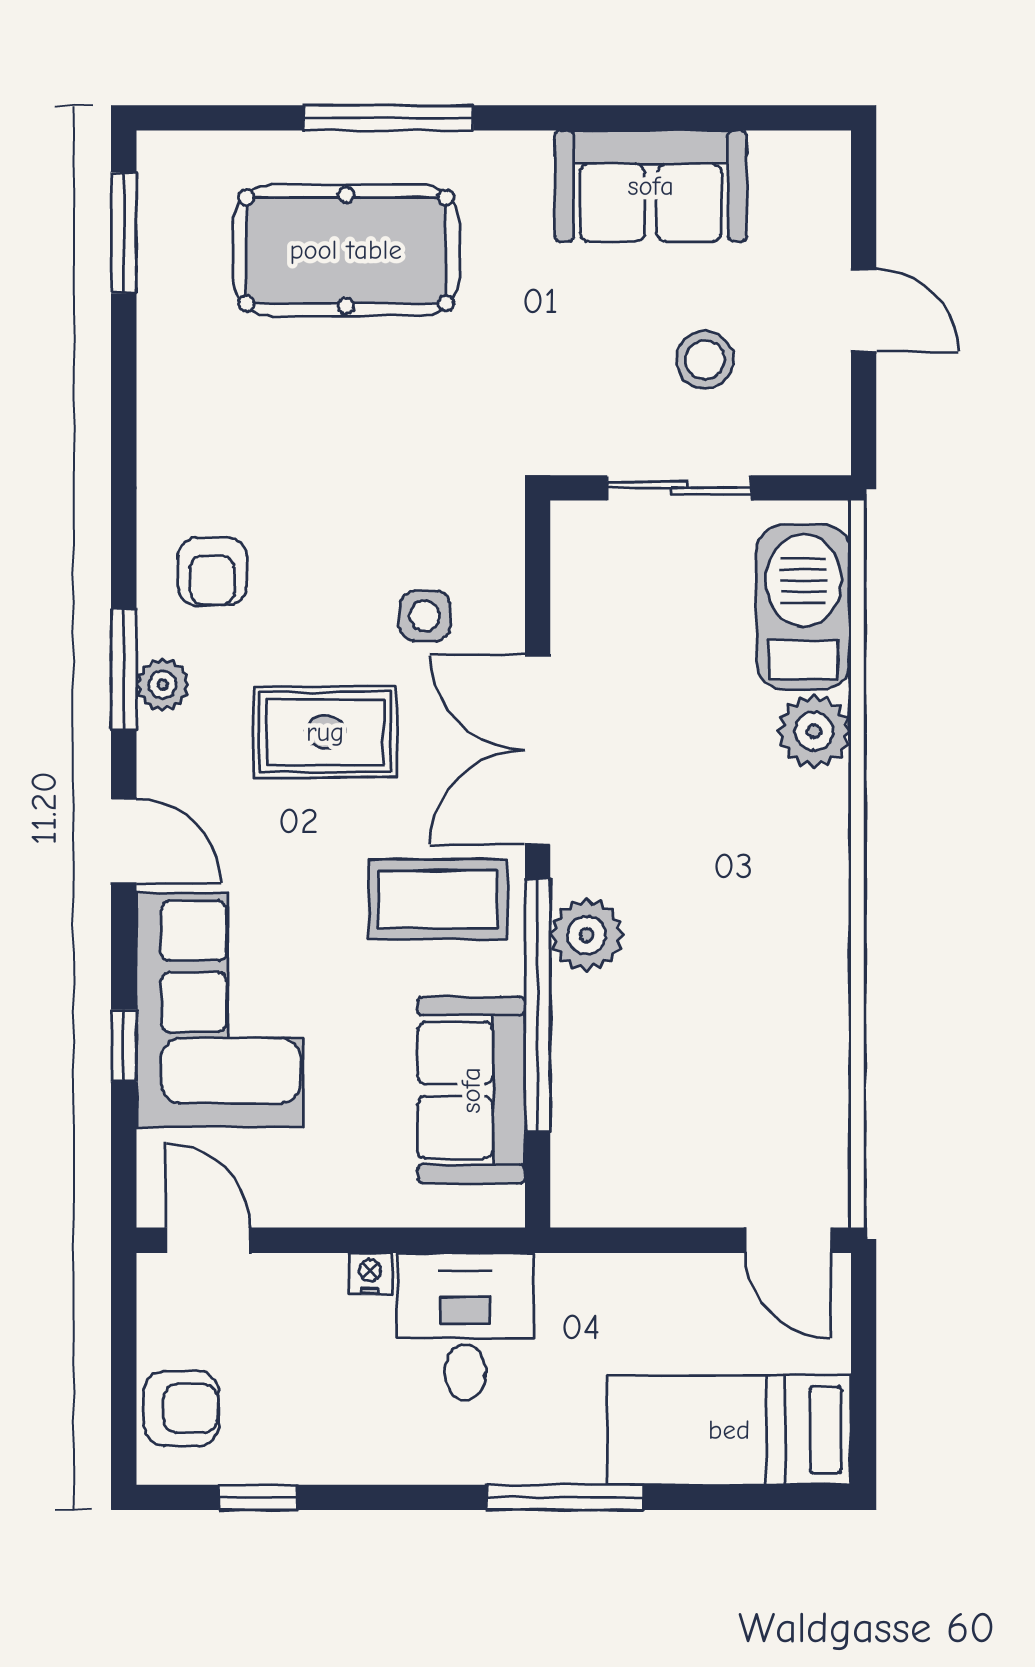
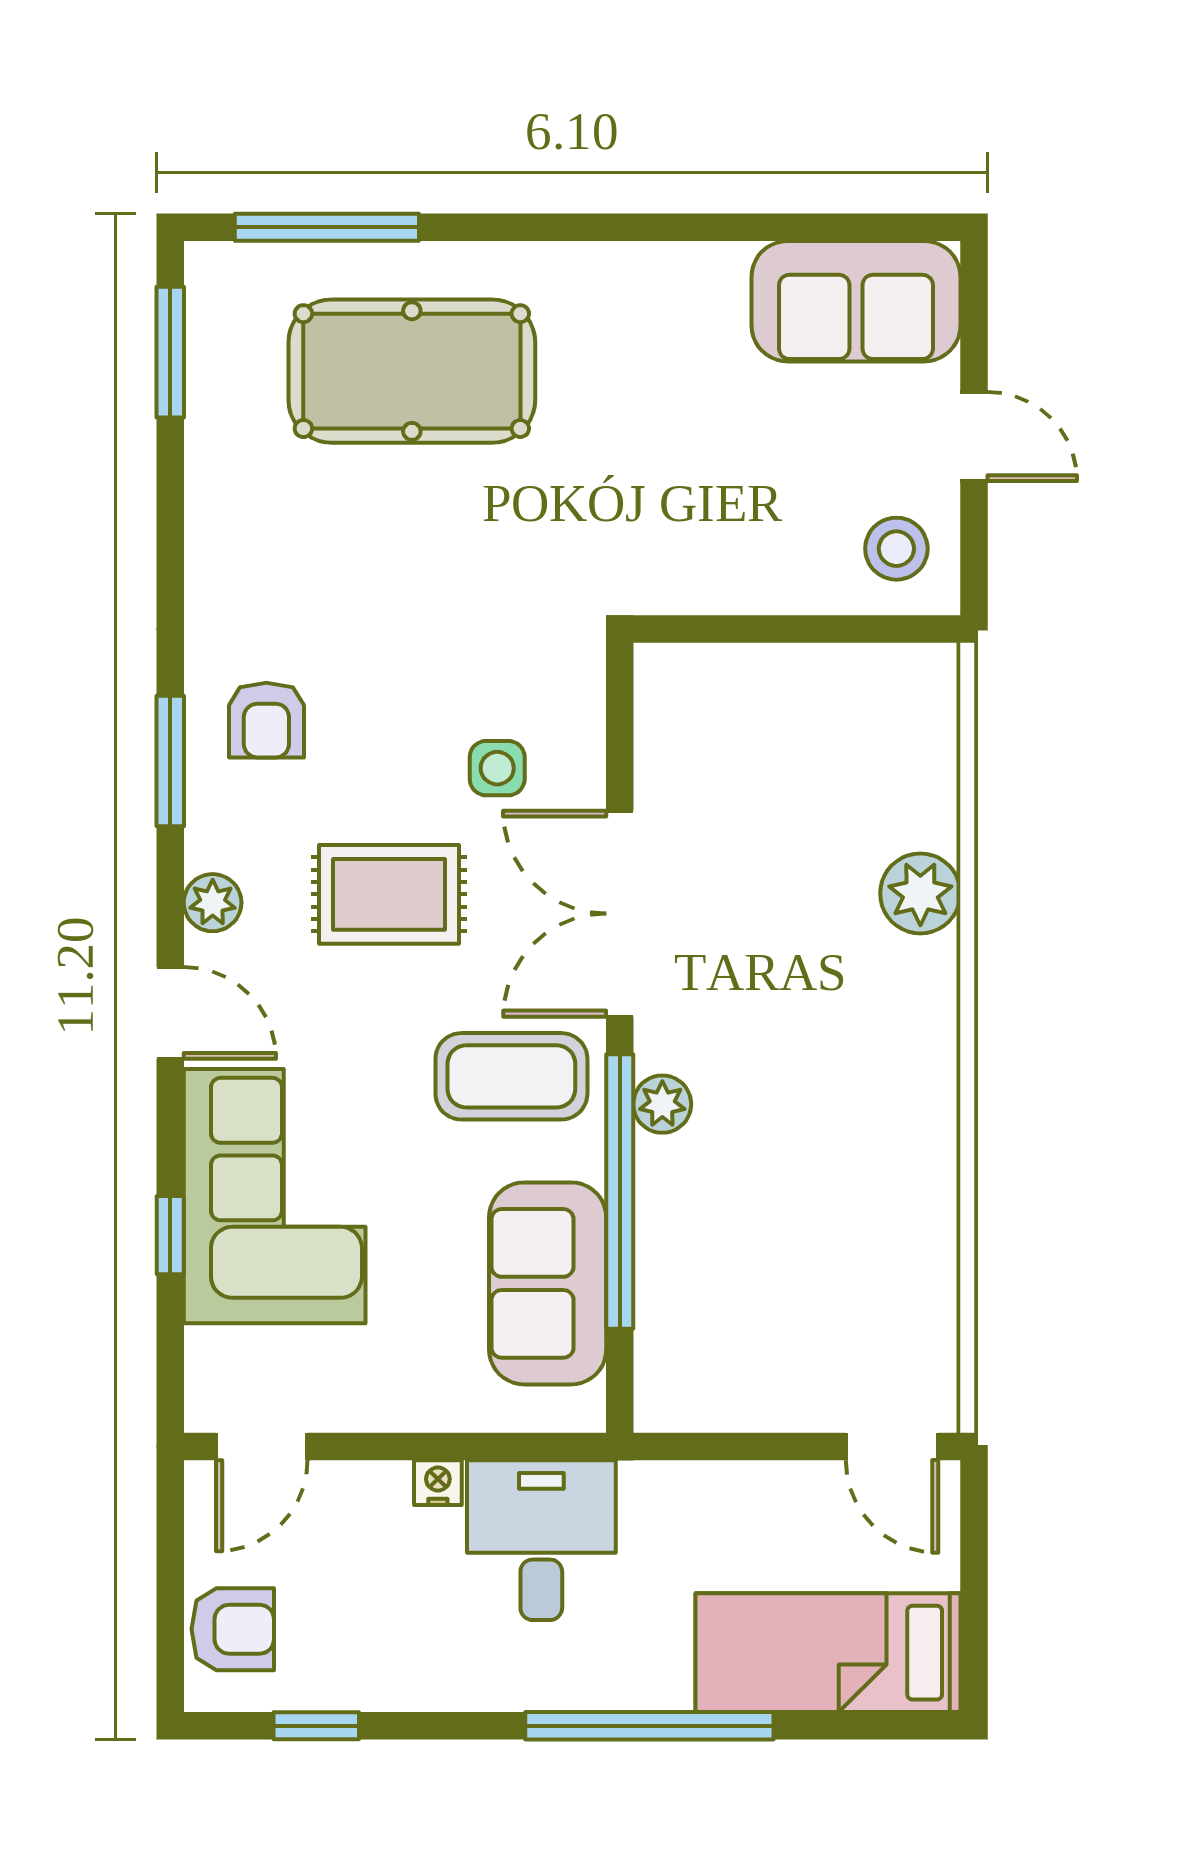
window: (388, 118) -> (327, 227), moved
sofa: (651, 186) -> (856, 301), moved
stool: (705, 360) -> (896, 549), moved
sliding door: (679, 488) -> (774, 629), removed
barbecue: (804, 607) -> (909, 758), removed
window: (124, 669) -> (170, 761), moved
plant: (163, 685) -> (213, 903), moved
plant: (587, 935) -> (662, 1104), width x0.73, depth x0.73
door: (208, 1240) -> (262, 1446), swing flipped
window: (565, 1497) -> (649, 1726), width x1.46

